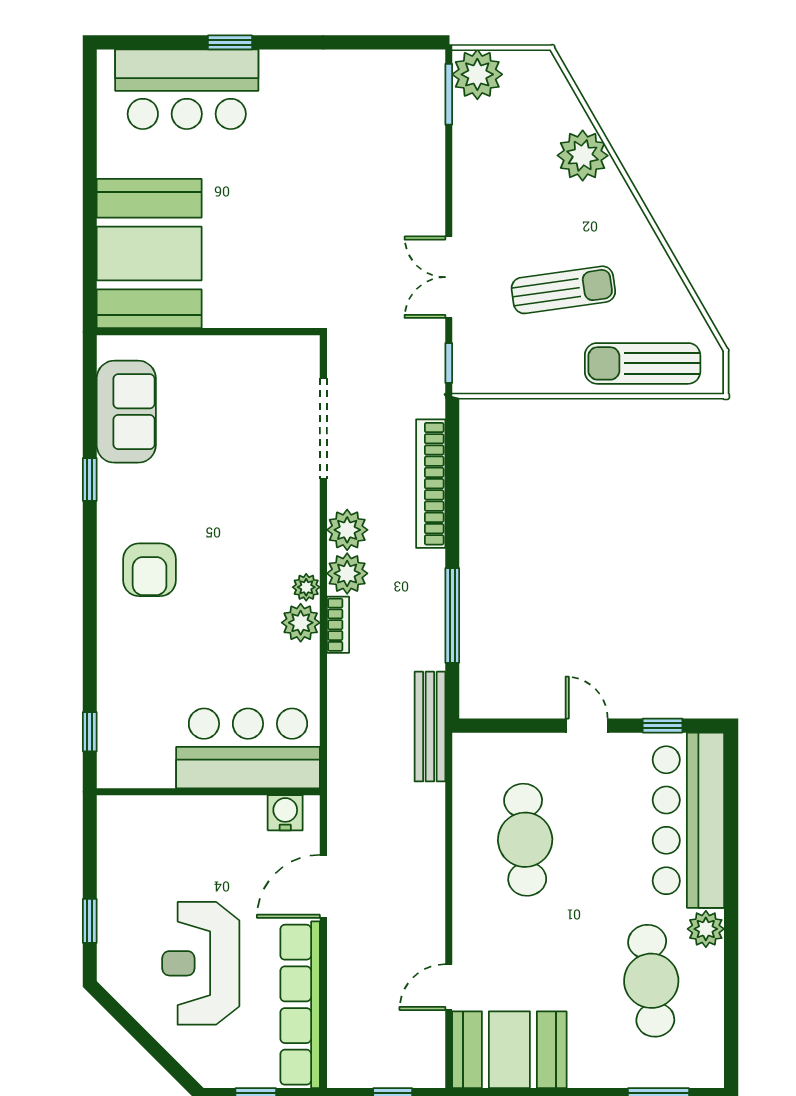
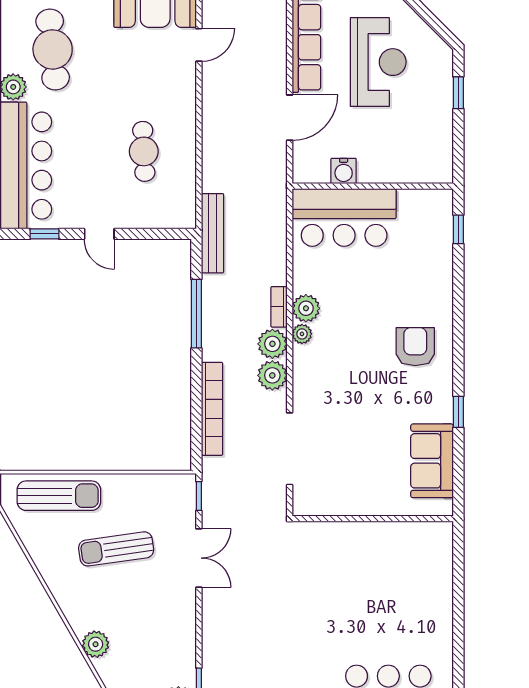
plant: (583, 155) -> (96, 644), width x0.73, depth x0.73
booth: (149, 254) -> (416, 575), removed
water cooler: (285, 813) -> (344, 171), moved
cafe table: (525, 840) -> (144, 151), width x0.73, depth x0.74

